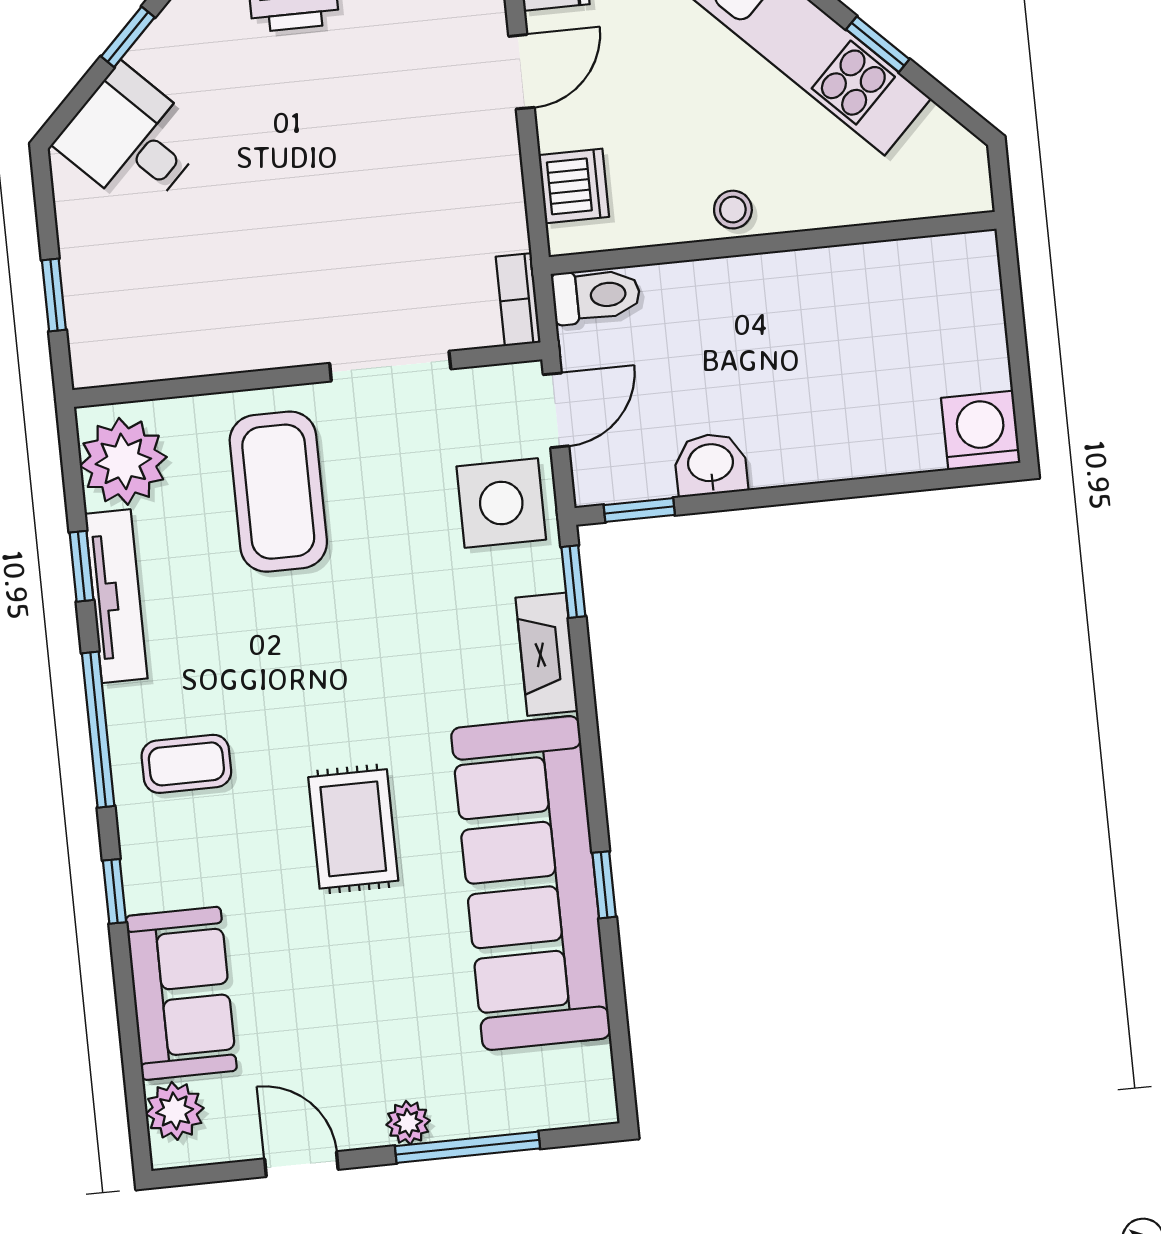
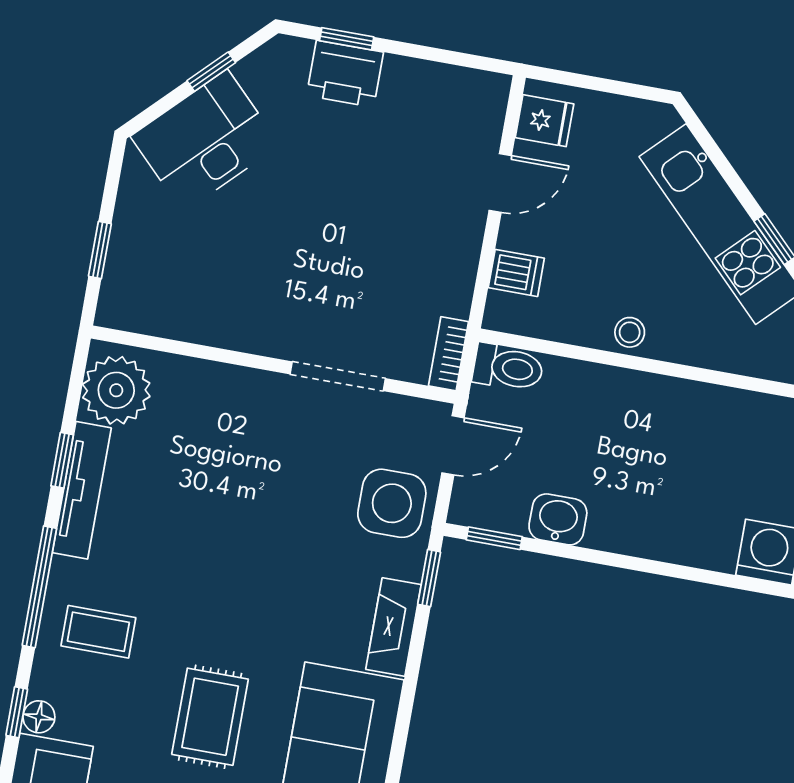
desk: (132, 140) -> (205, 141), width x1.37
dishwasher: (574, 186) -> (516, 273), width x0.73
coffee table: (278, 492) -> (226, 447), removed
floor lamp: (143, 889) -> (39, 717), added

